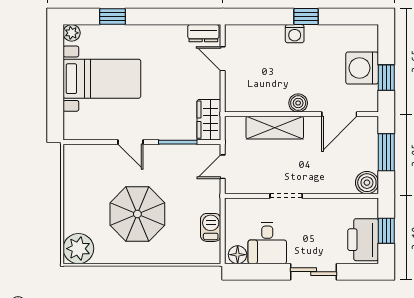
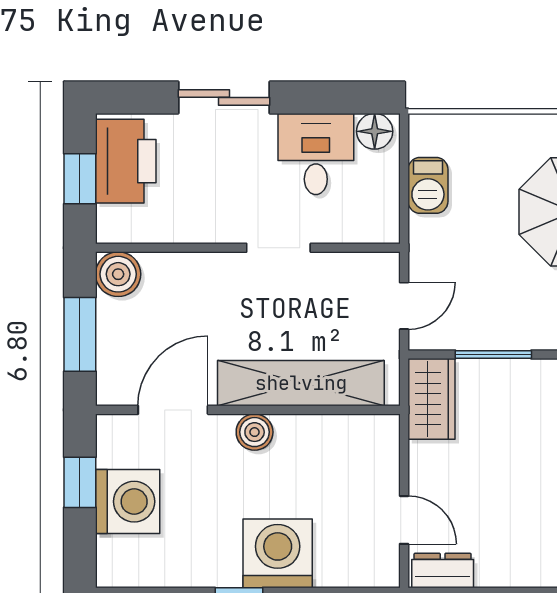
washing machine: (295, 34) -> (278, 553), width x1.89, depth x1.89
shelving: (275, 128) -> (301, 383), width x1.47

